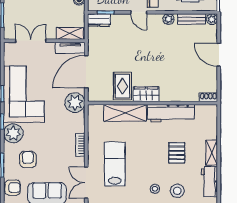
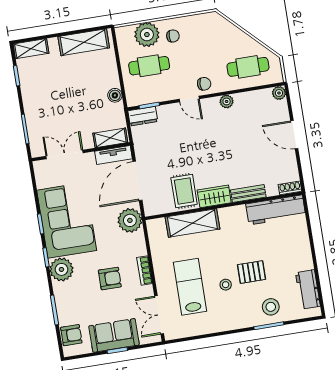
bench: (191, 19) -> (248, 194), moved
workbench: (171, 113) -> (276, 210), moved
pallet: (177, 153) -> (251, 272), moved, turned 90
shelving: (212, 153) -> (305, 254), removed
armchair: (28, 159) -> (110, 278), moved, turned 90
stool: (155, 189) -> (226, 285), moved

